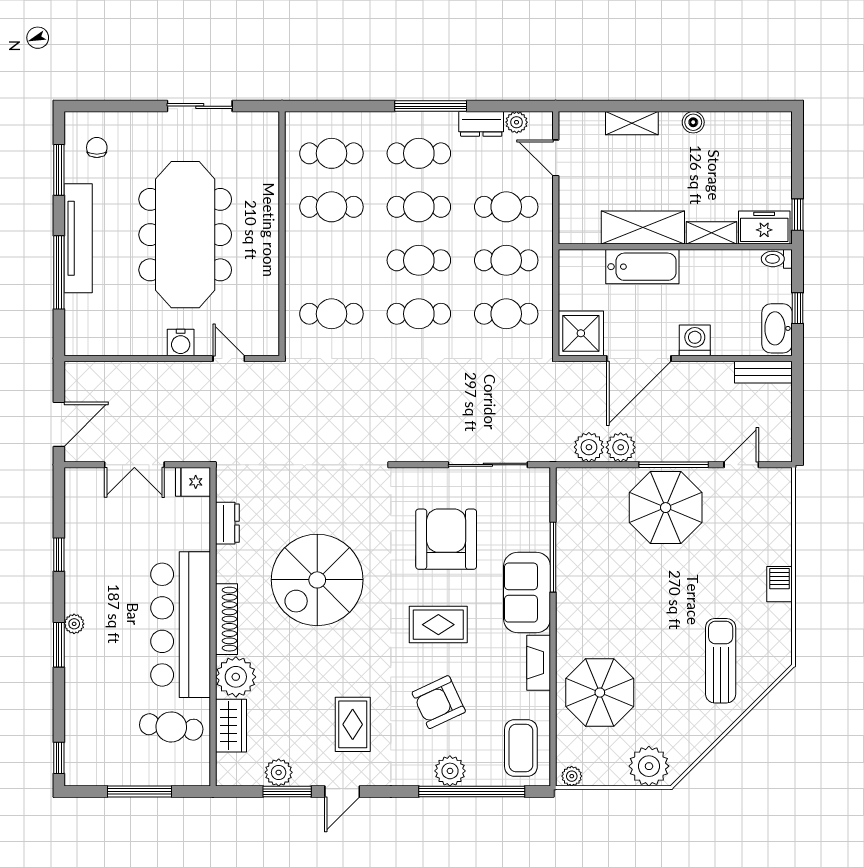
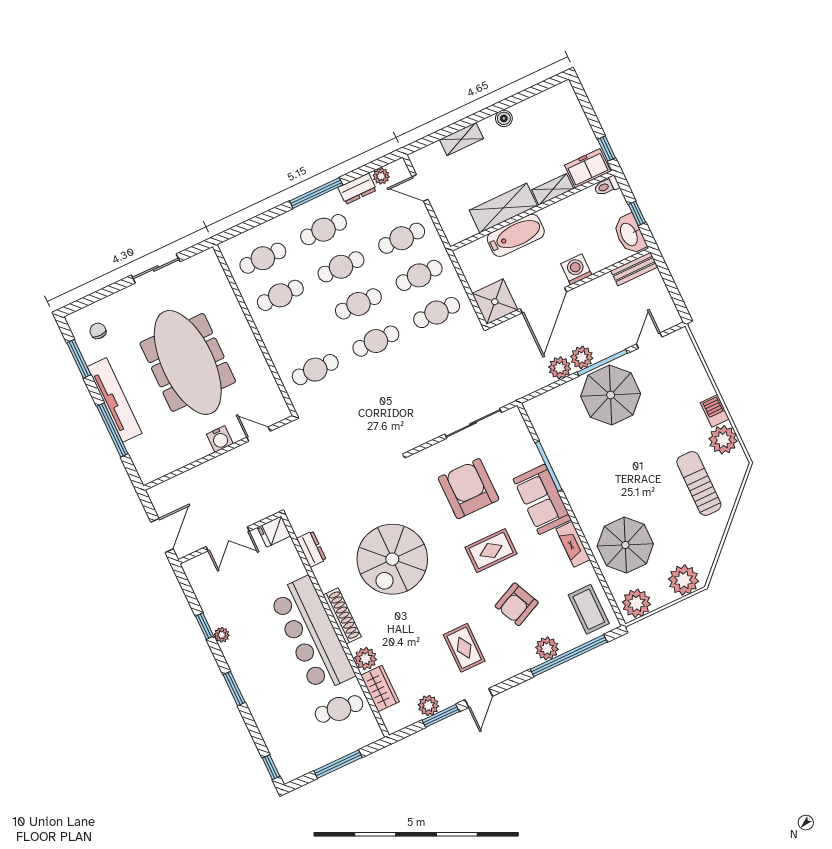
plant: (589, 447) -> (582, 357), moved
plant: (773, 623) -> (723, 440), added
plant: (74, 624) -> (222, 635), moved
plant: (236, 677) -> (365, 659), width x0.73, depth x0.73
plant: (572, 776) -> (636, 603), width x1.88, depth x1.88

